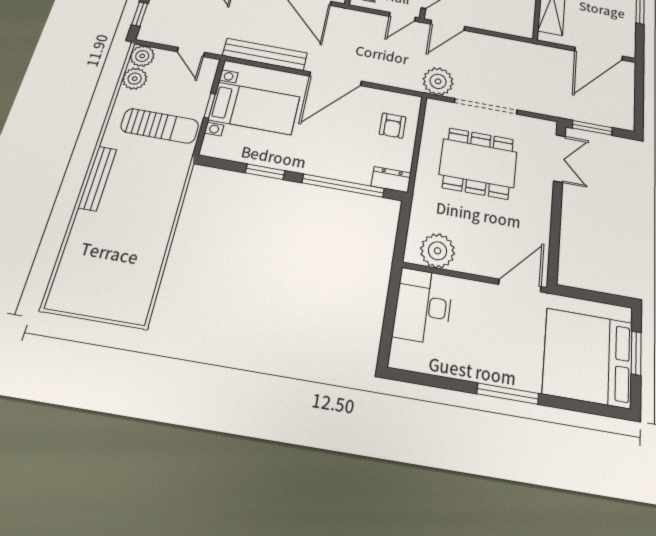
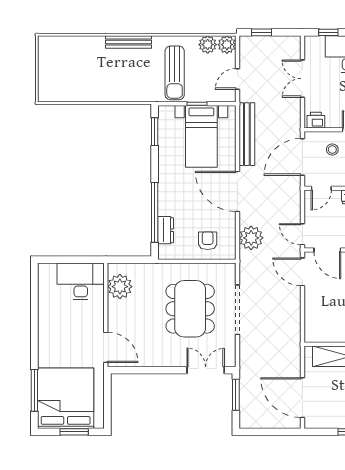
plant: (438, 81) -> (251, 238), moved
armchair: (393, 126) -> (208, 241), turned 90
double door: (559, 159) -> (206, 370), swing flipped
window: (265, 172) -> (155, 132), moved
dresser: (391, 180) -> (166, 230), moved
window: (508, 394) -> (34, 390), moved

